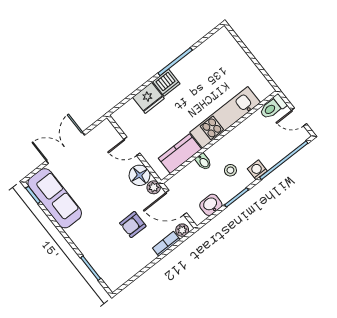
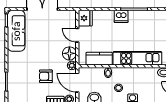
fridge: (148, 98) -> (85, 18), moved, turned -90

